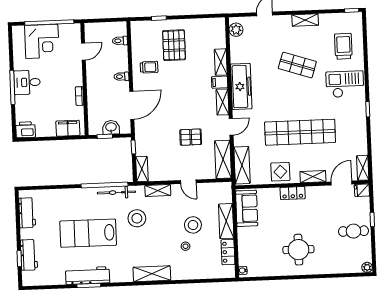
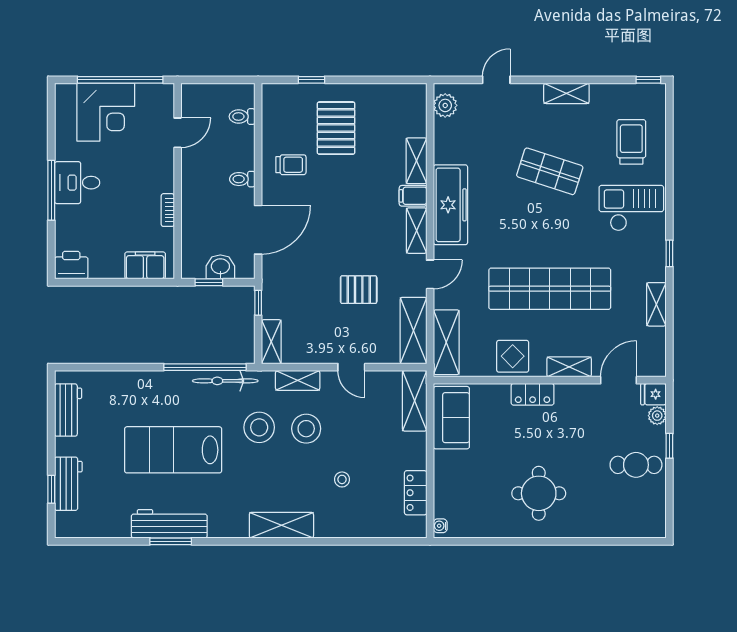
shelving: (363, 168) -> (656, 304), moved
shelving: (226, 221) -> (415, 401), moved
stool: (193, 225) -> (306, 429), moved
plant: (367, 267) -> (657, 416), moved

